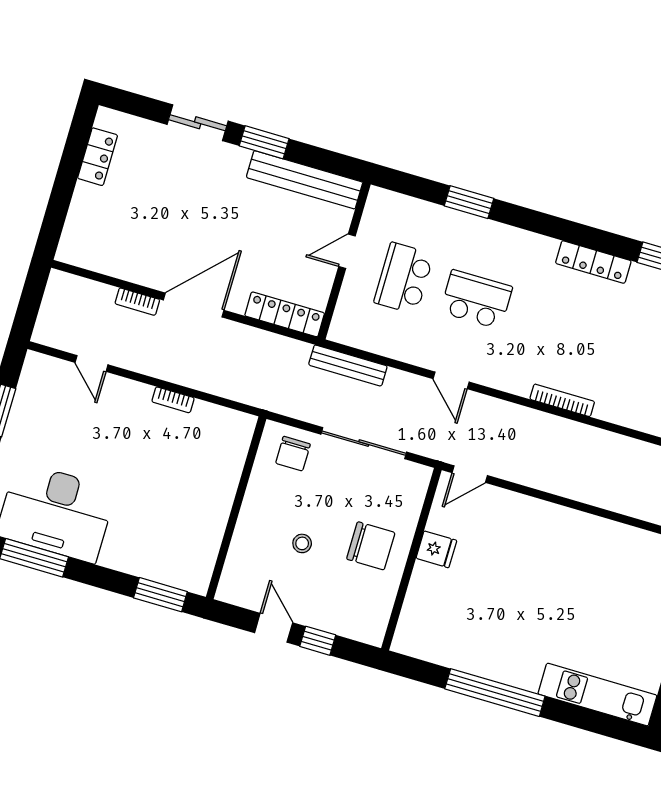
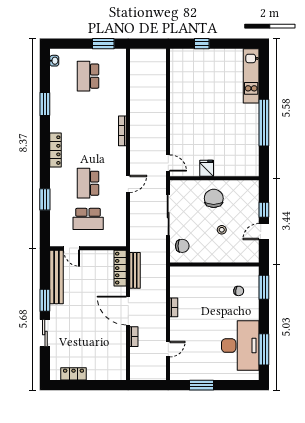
door: (347, 251) -> (72, 248), moved
locker: (593, 262) -> (56, 150), moved
bench: (348, 365) -> (135, 270), moved
chair: (168, 541) -> (239, 291), added

